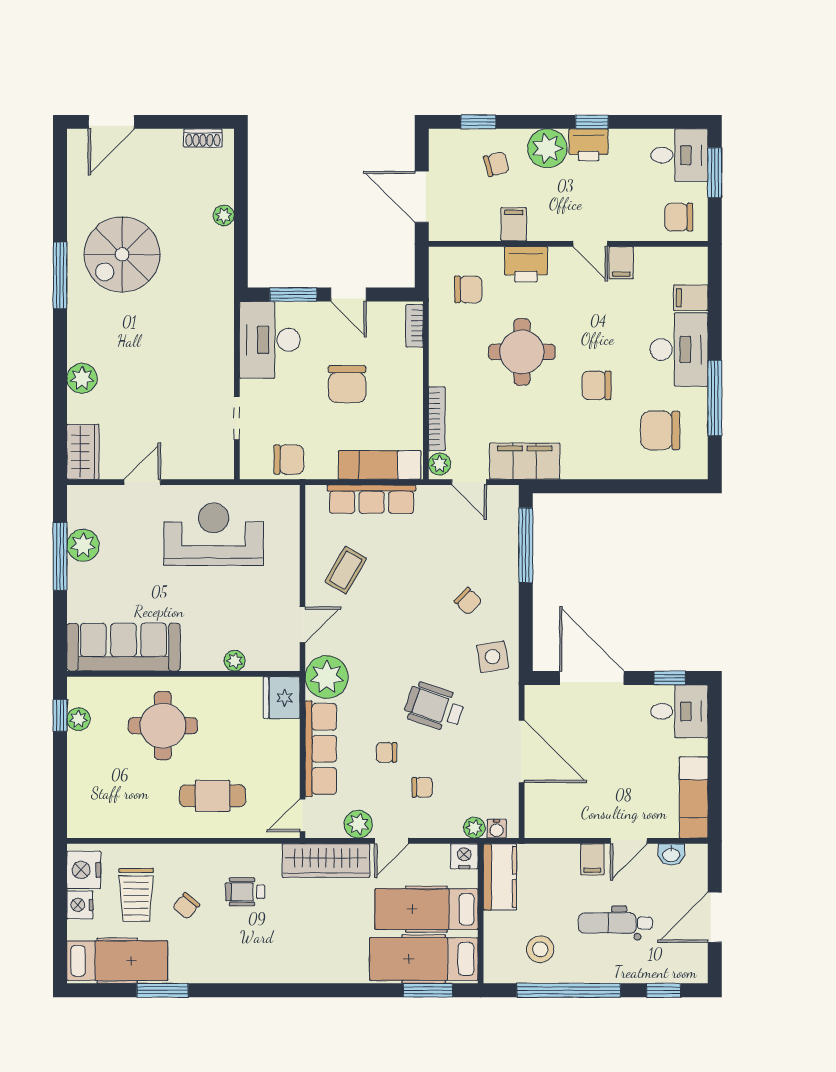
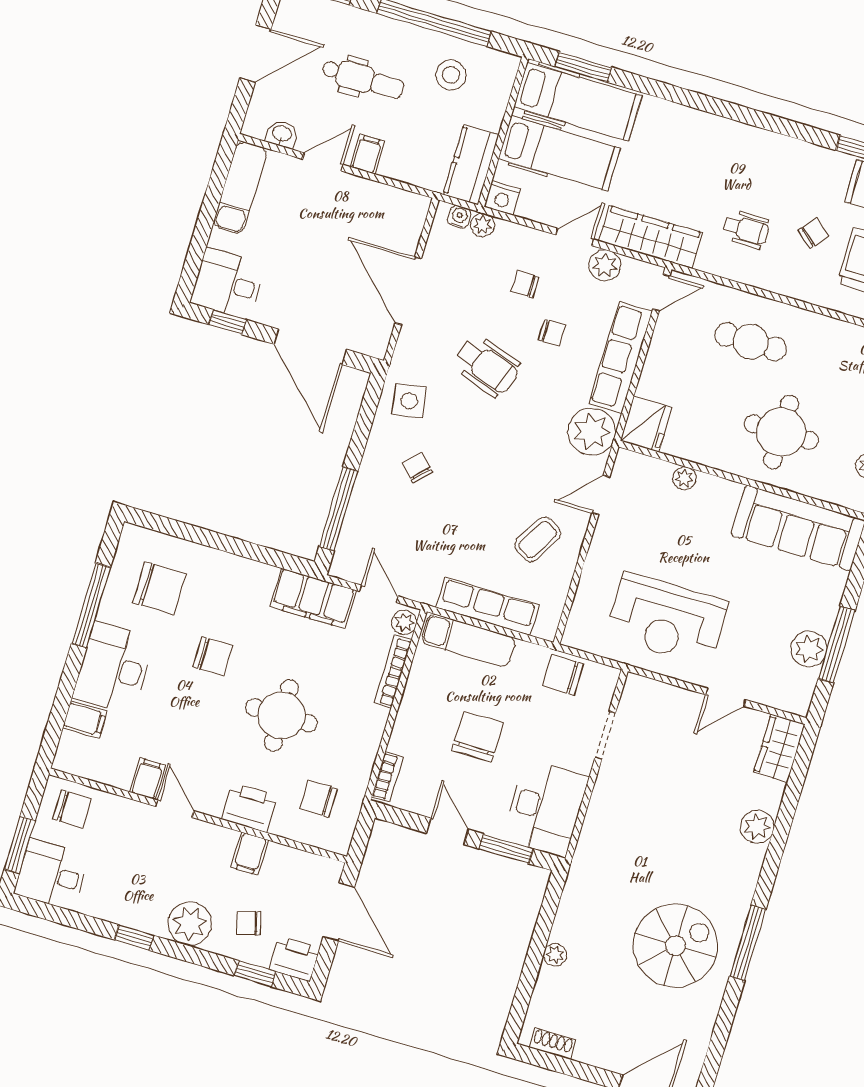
printer: (588, 145) -> (294, 959), moved

